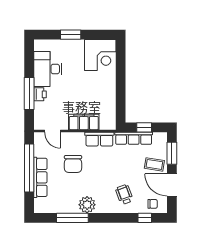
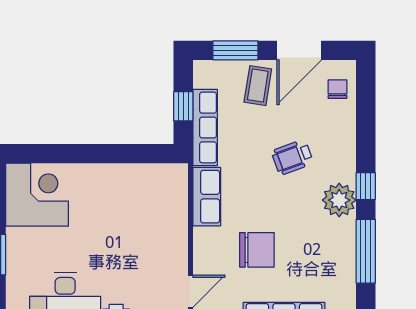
filing cabinet: (84, 122) -> (172, 228), removed
wheelchair: (124, 195) -> (292, 157), moved
plant: (87, 205) -> (339, 200), moved
window: (145, 218) -> (366, 186), moved

